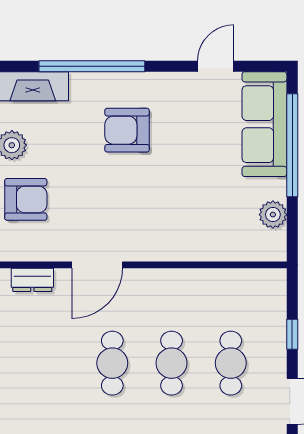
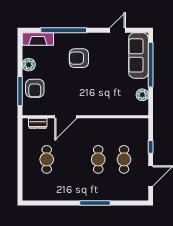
armchair: (26, 199) -> (35, 88), turned 90
cafe table: (112, 363) -> (47, 159), moved

